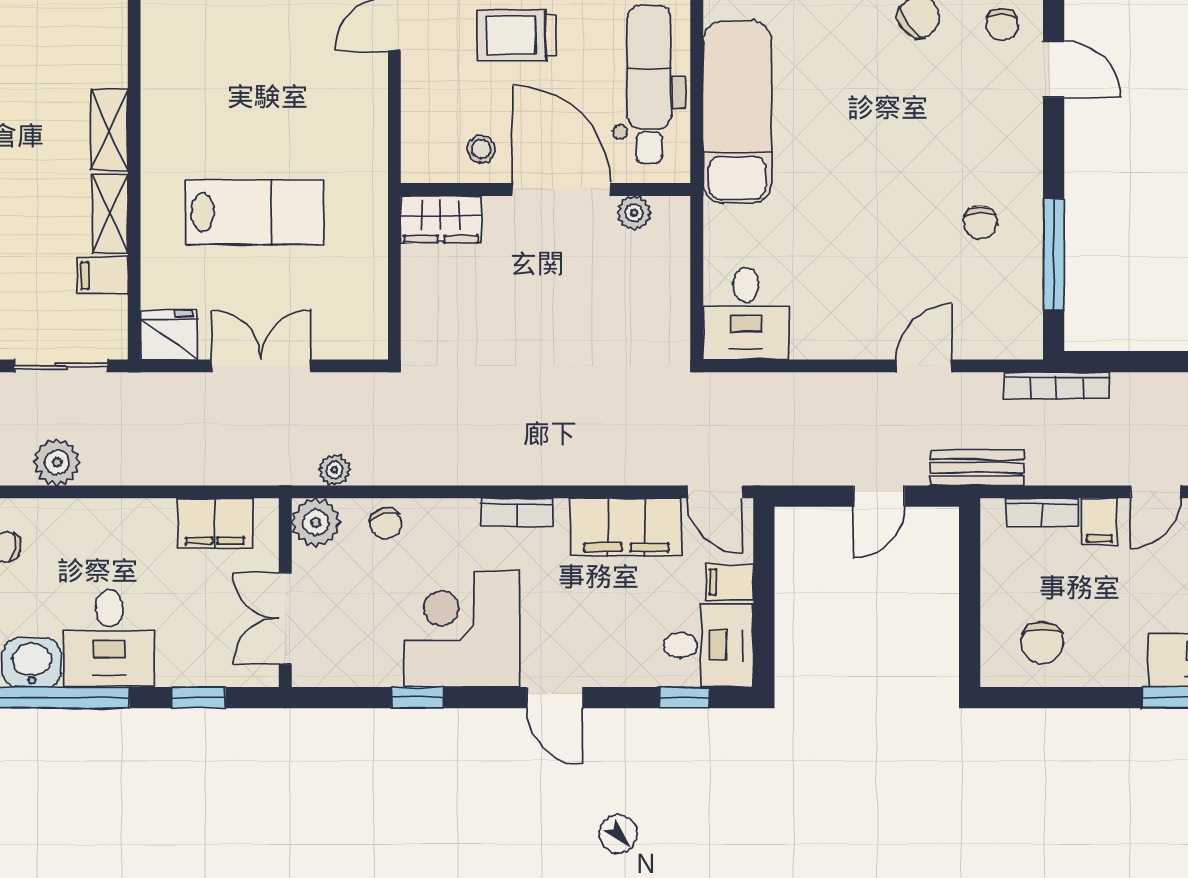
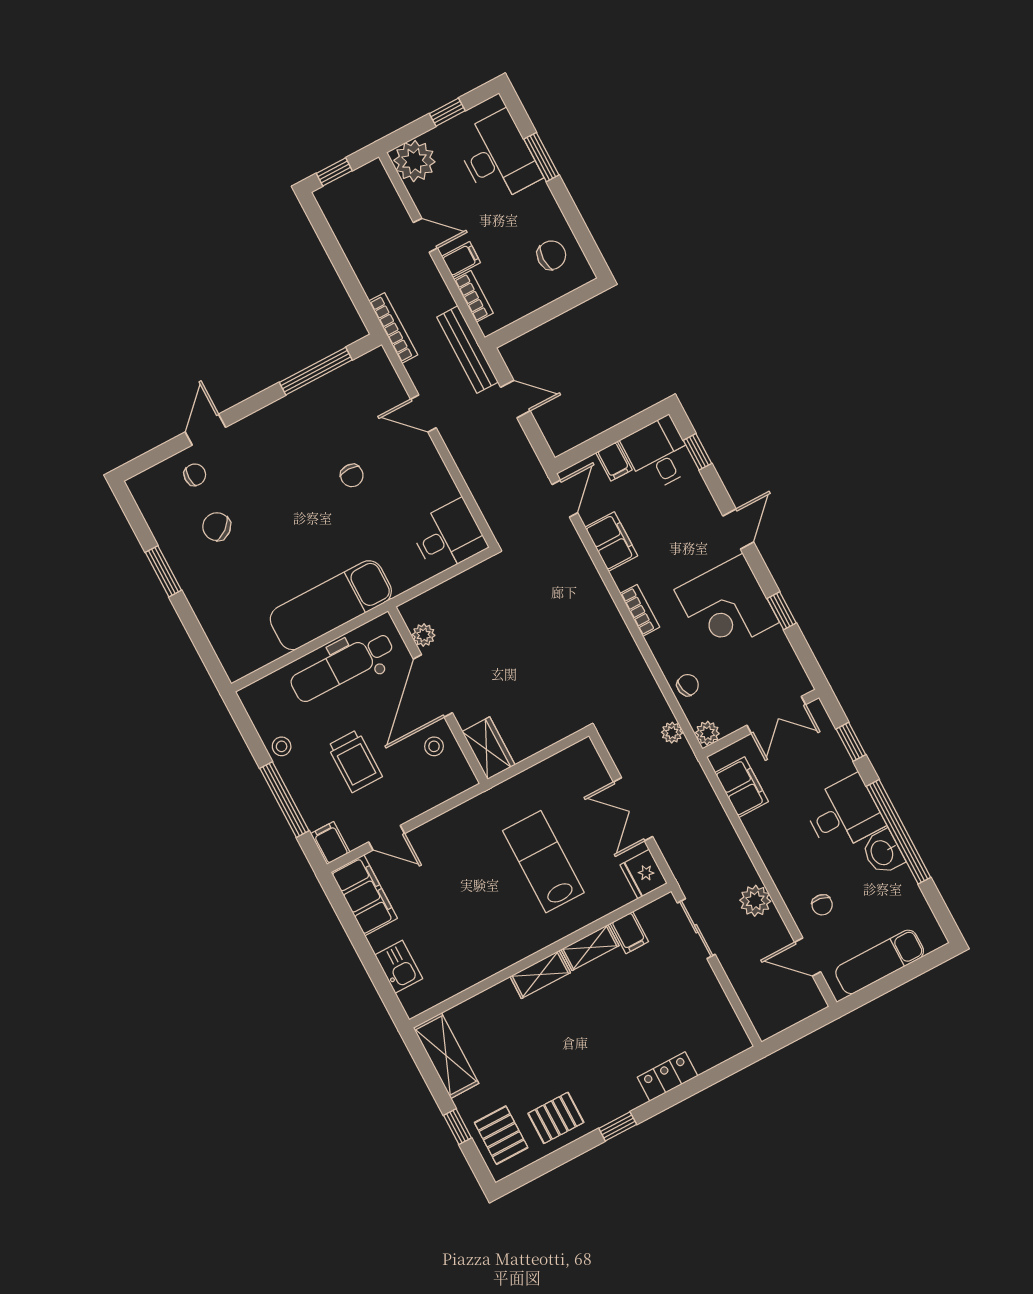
chair: (980, 222) -> (352, 475), moved, turned 90
bench: (977, 468) -> (467, 350), width x1.36
plant: (316, 523) -> (707, 733), width x0.73, depth x0.73
filing cabinet: (626, 527) -> (611, 541), width x0.67, depth x0.86

